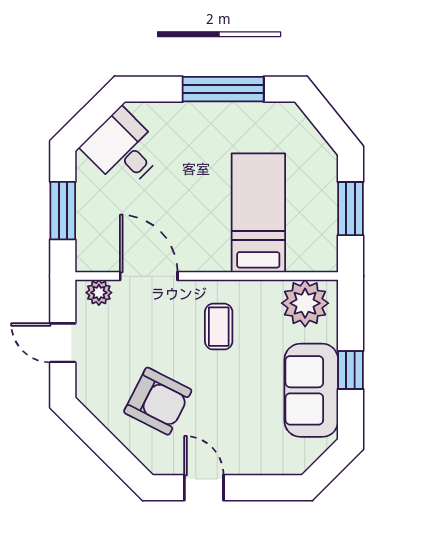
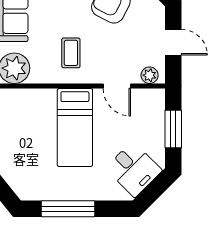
bed: (258, 213) -> (75, 127), moved
door: (149, 276) -> (117, 86), width x0.73

